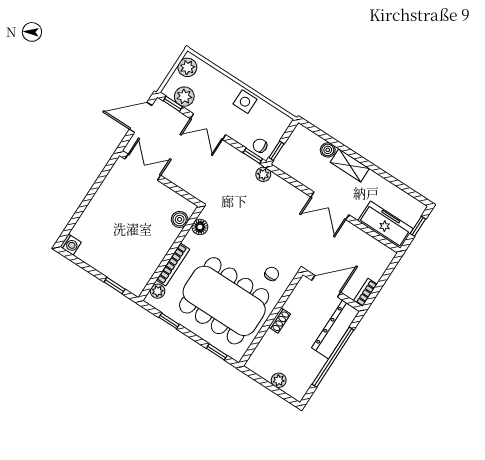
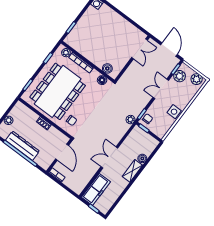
dresser: (336, 330) -> (23, 146), moved

